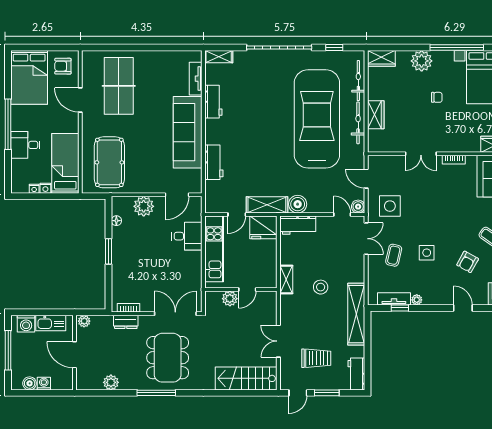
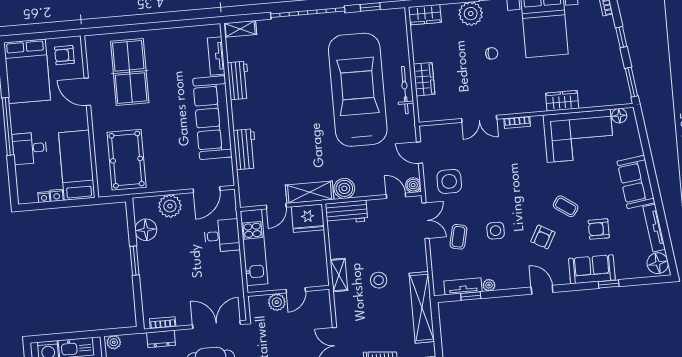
bicycle: (358, 81) -> (401, 42), removed
floor lamp: (116, 221) -> (146, 230), width x1.89, depth x1.89

